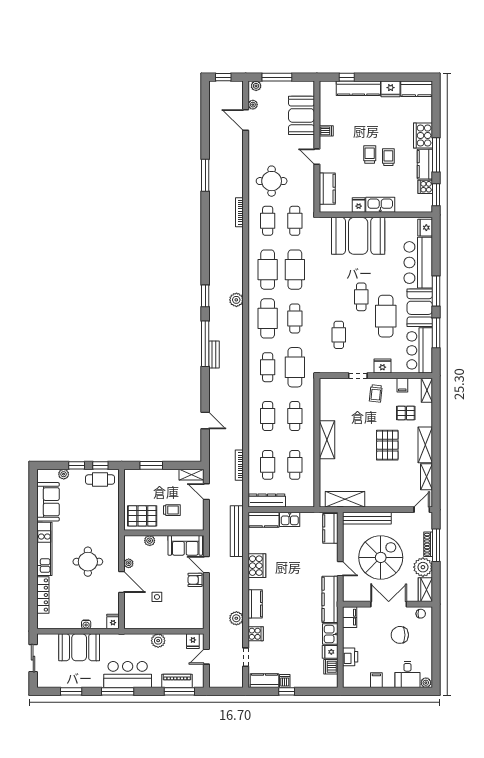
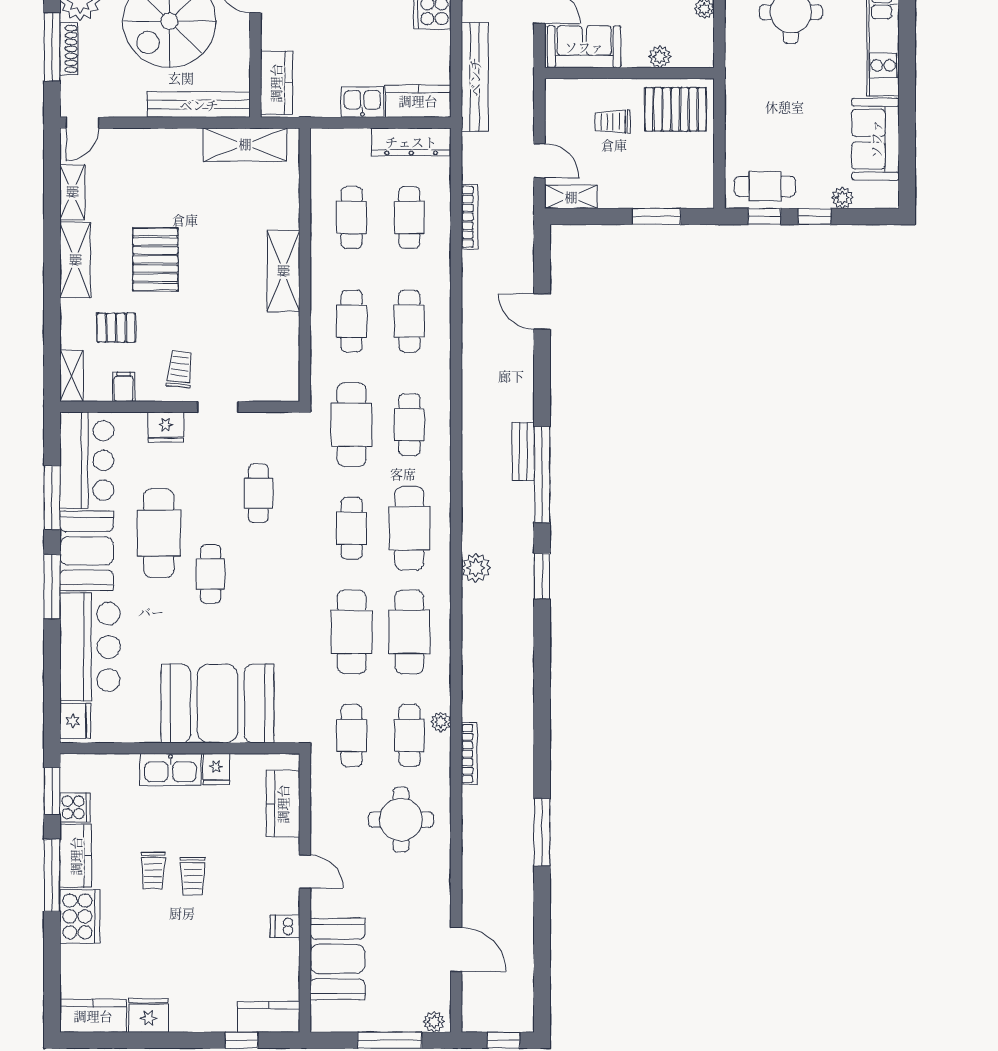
kitchen counter: (358, 88) -> (269, 1017), moved, width x0.67
plant: (253, 105) -> (441, 722), moved

